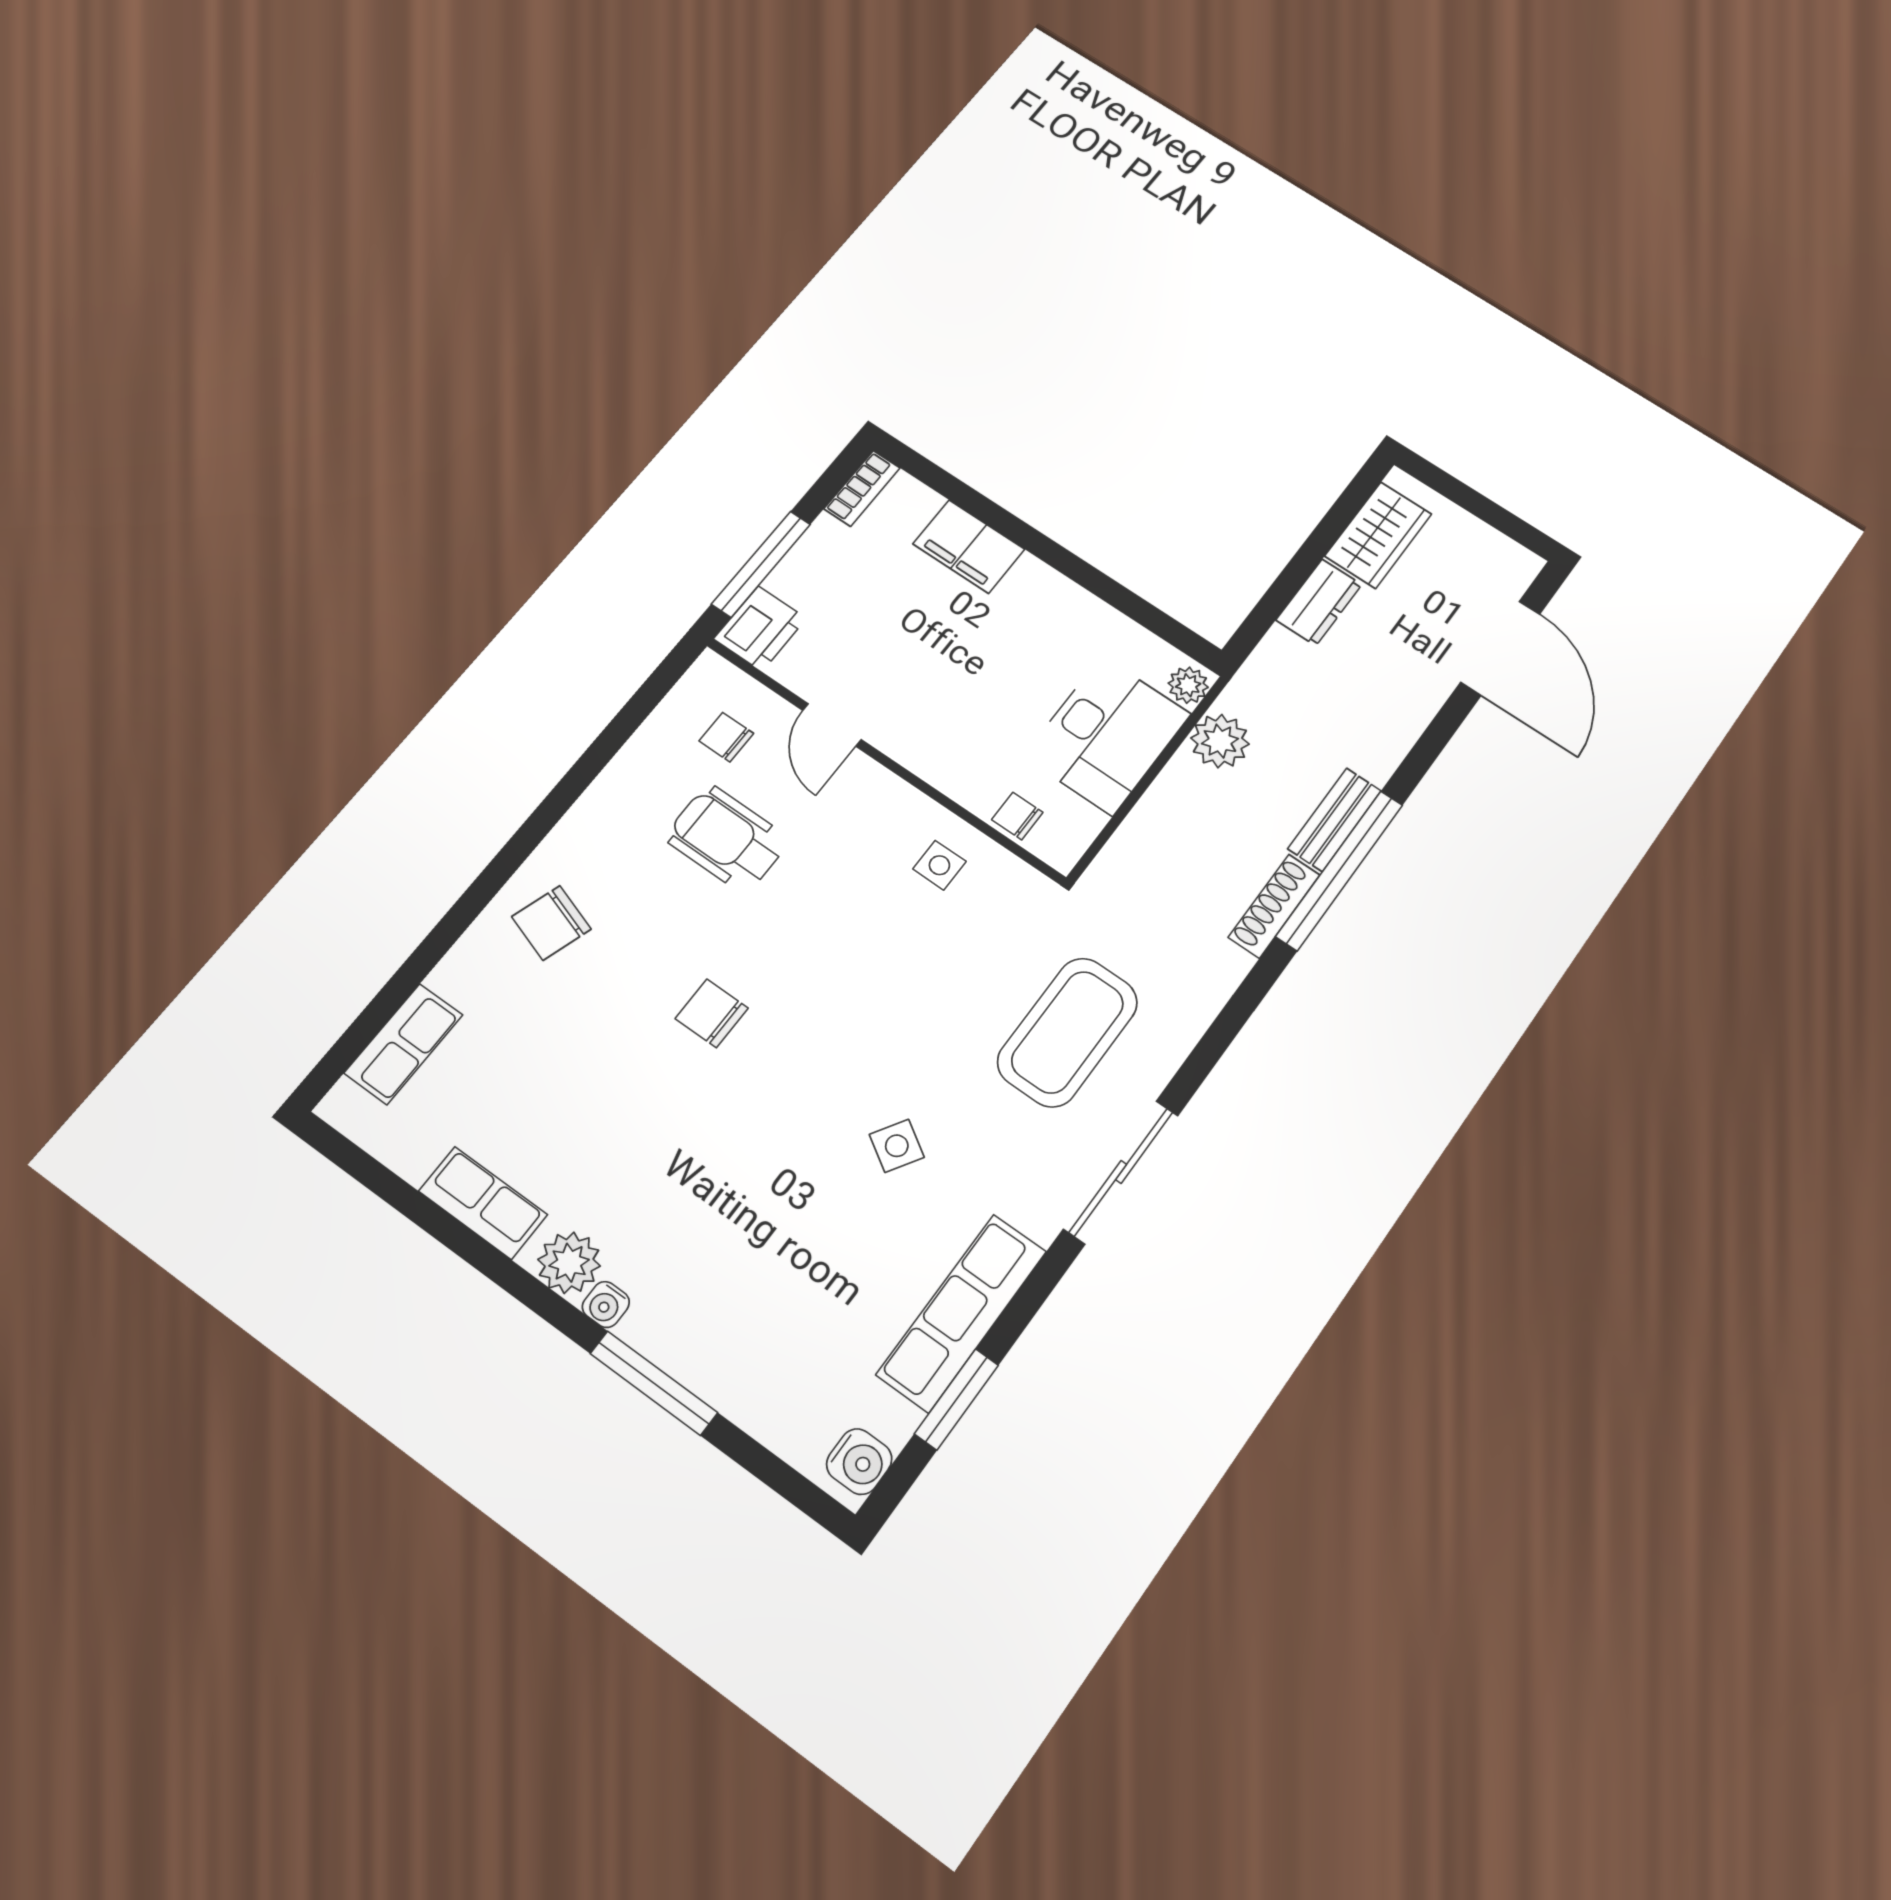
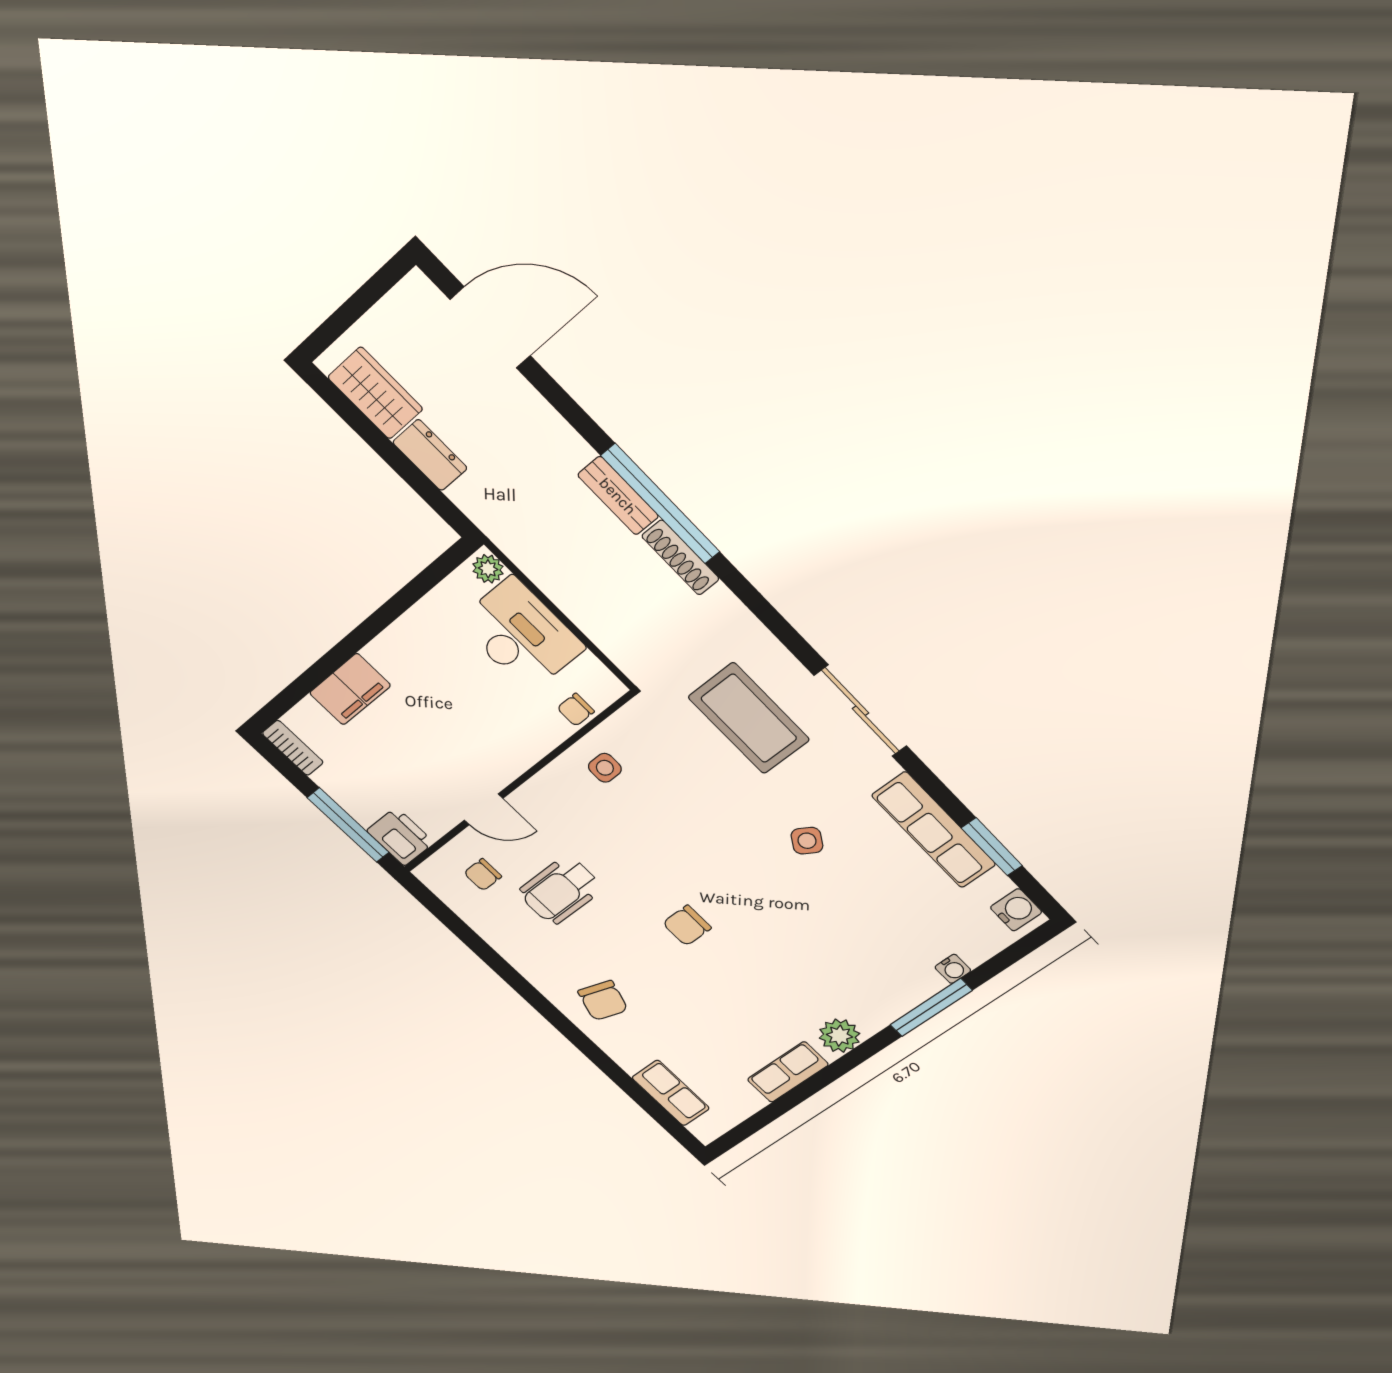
plant: (1220, 741) -> (538, 559), removed
water cooler: (606, 1305) -> (953, 969), moved

